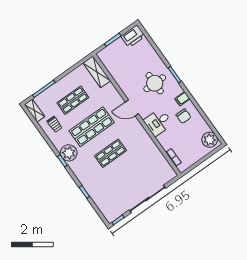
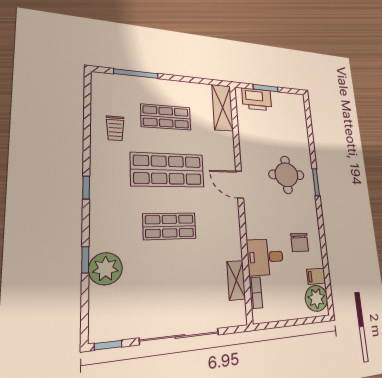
printer: (133, 36) -> (257, 99), moved
filing cabinet: (182, 99) -> (316, 276), moved
shelving: (35, 111) -> (236, 280), moved
desk: (158, 122) -> (265, 257), moved
plant: (69, 153) -> (106, 269), moved

